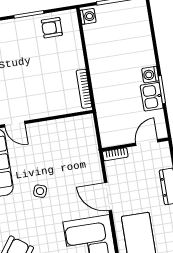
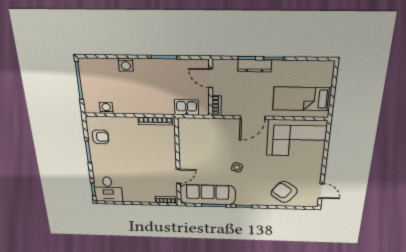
washing machine: (88, 16) -> (106, 108), moved
armchair: (52, 28) -> (101, 137), turned -90
washing machine: (150, 75) -> (126, 65), moved
kitchen sink: (152, 97) -> (187, 107), moved, turned 180

